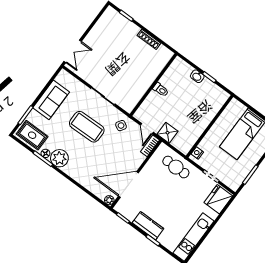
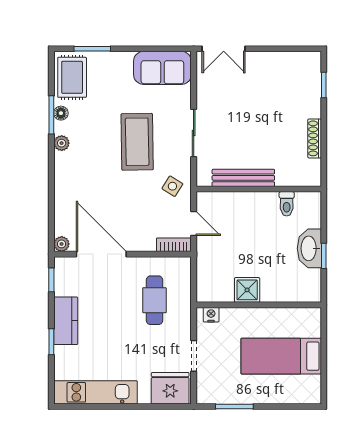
washbasin: (197, 76) -> (309, 248), width x1.91, depth x1.45
bench: (142, 88) -> (243, 178), added
toilet: (161, 90) -> (287, 204), moved
sofa: (51, 100) -> (162, 68), moved
door: (147, 129) -> (194, 224), swing flipped
shower: (167, 133) -> (247, 290), moved
plant: (59, 158) -> (62, 143), width x0.53, depth x0.53
cafe table: (176, 167) -> (154, 300), moved

